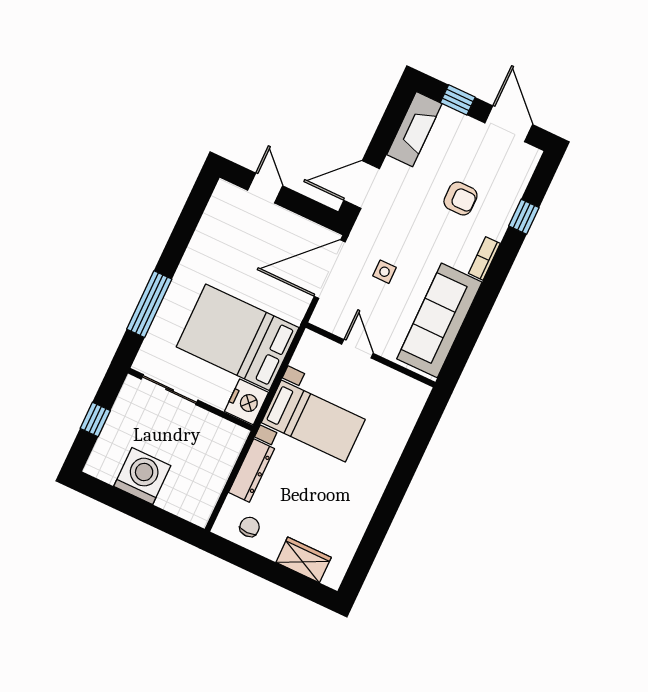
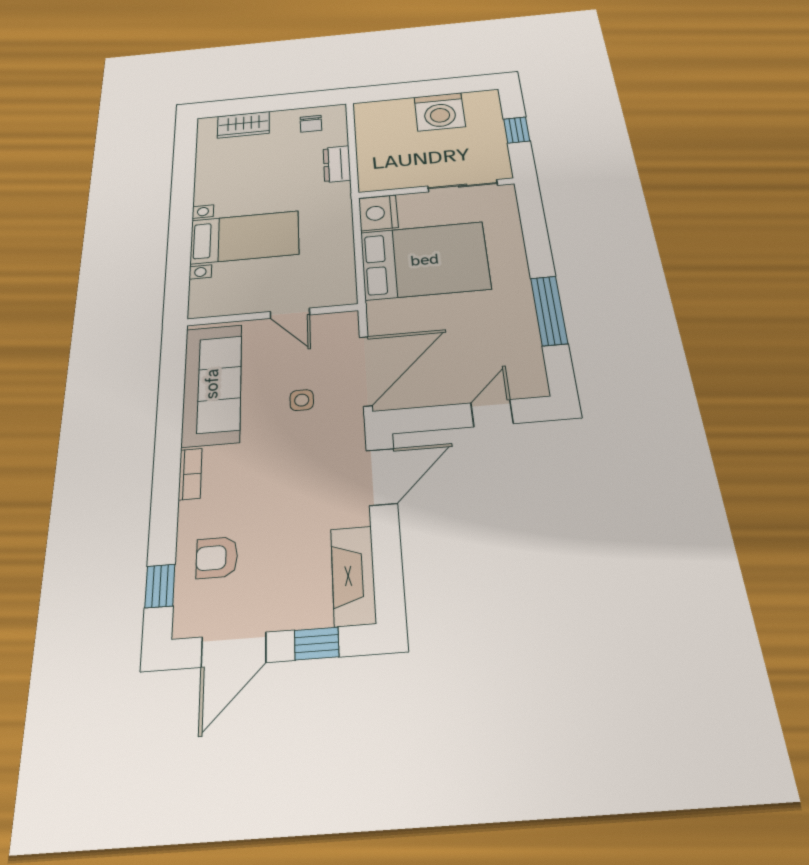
door: (509, 124) -> (234, 650), hinge flipped
door: (265, 188) -> (492, 413), swing flipped
armchair: (460, 198) -> (217, 558), moved
window: (524, 217) -> (160, 586), moved
window: (149, 304) -> (549, 311), moved
bed with nightstands: (313, 421) -> (245, 237), moved, turned 180
dresser: (252, 471) -> (337, 164), width x0.70

